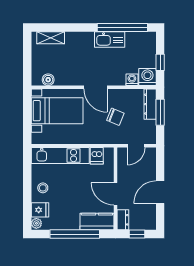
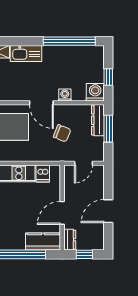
kitchen sink: (110, 40) -> (26, 53), moved
washing machine: (132, 80) -> (65, 95), moved
door: (115, 194) -> (62, 213), hinge flipped

